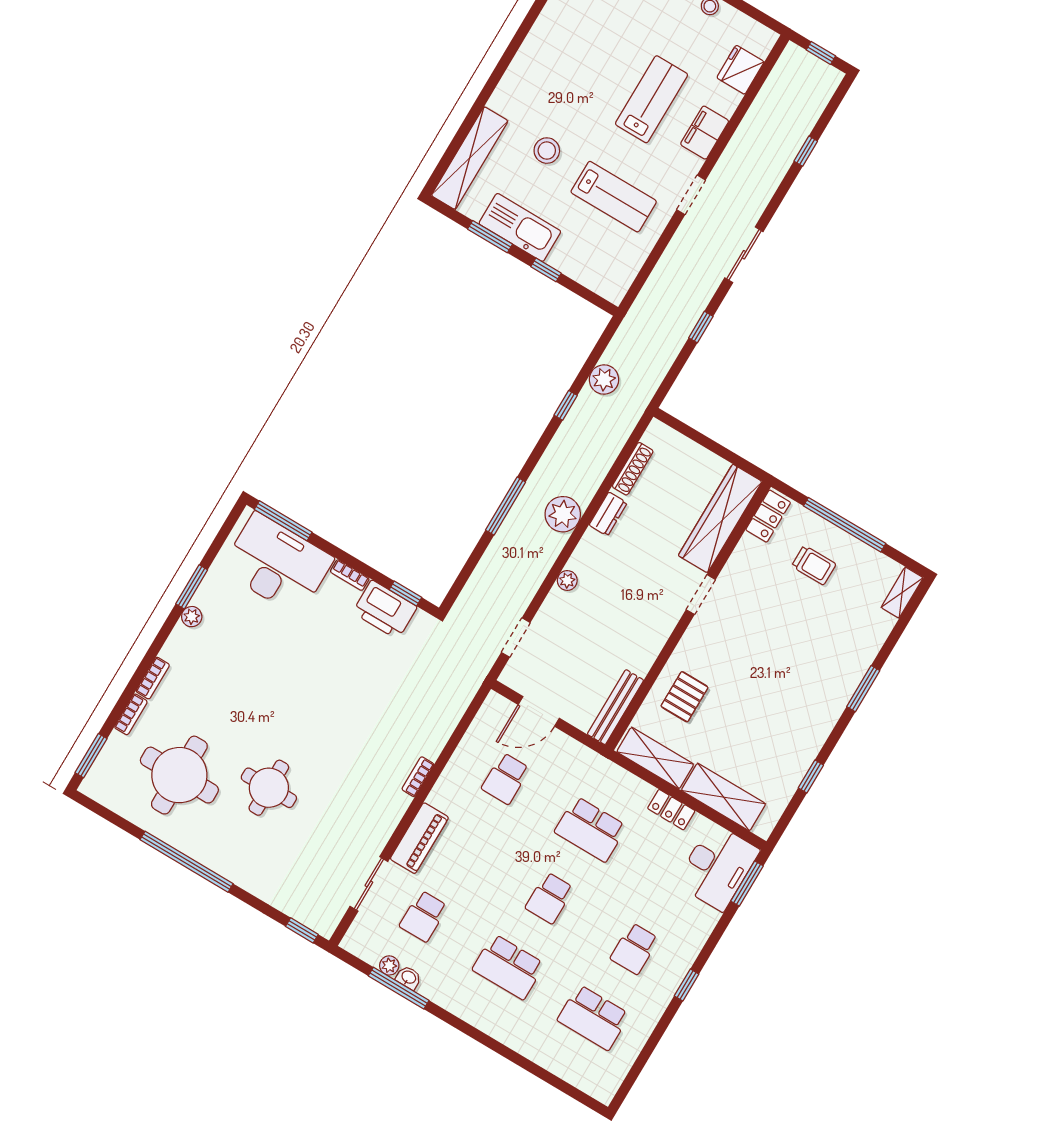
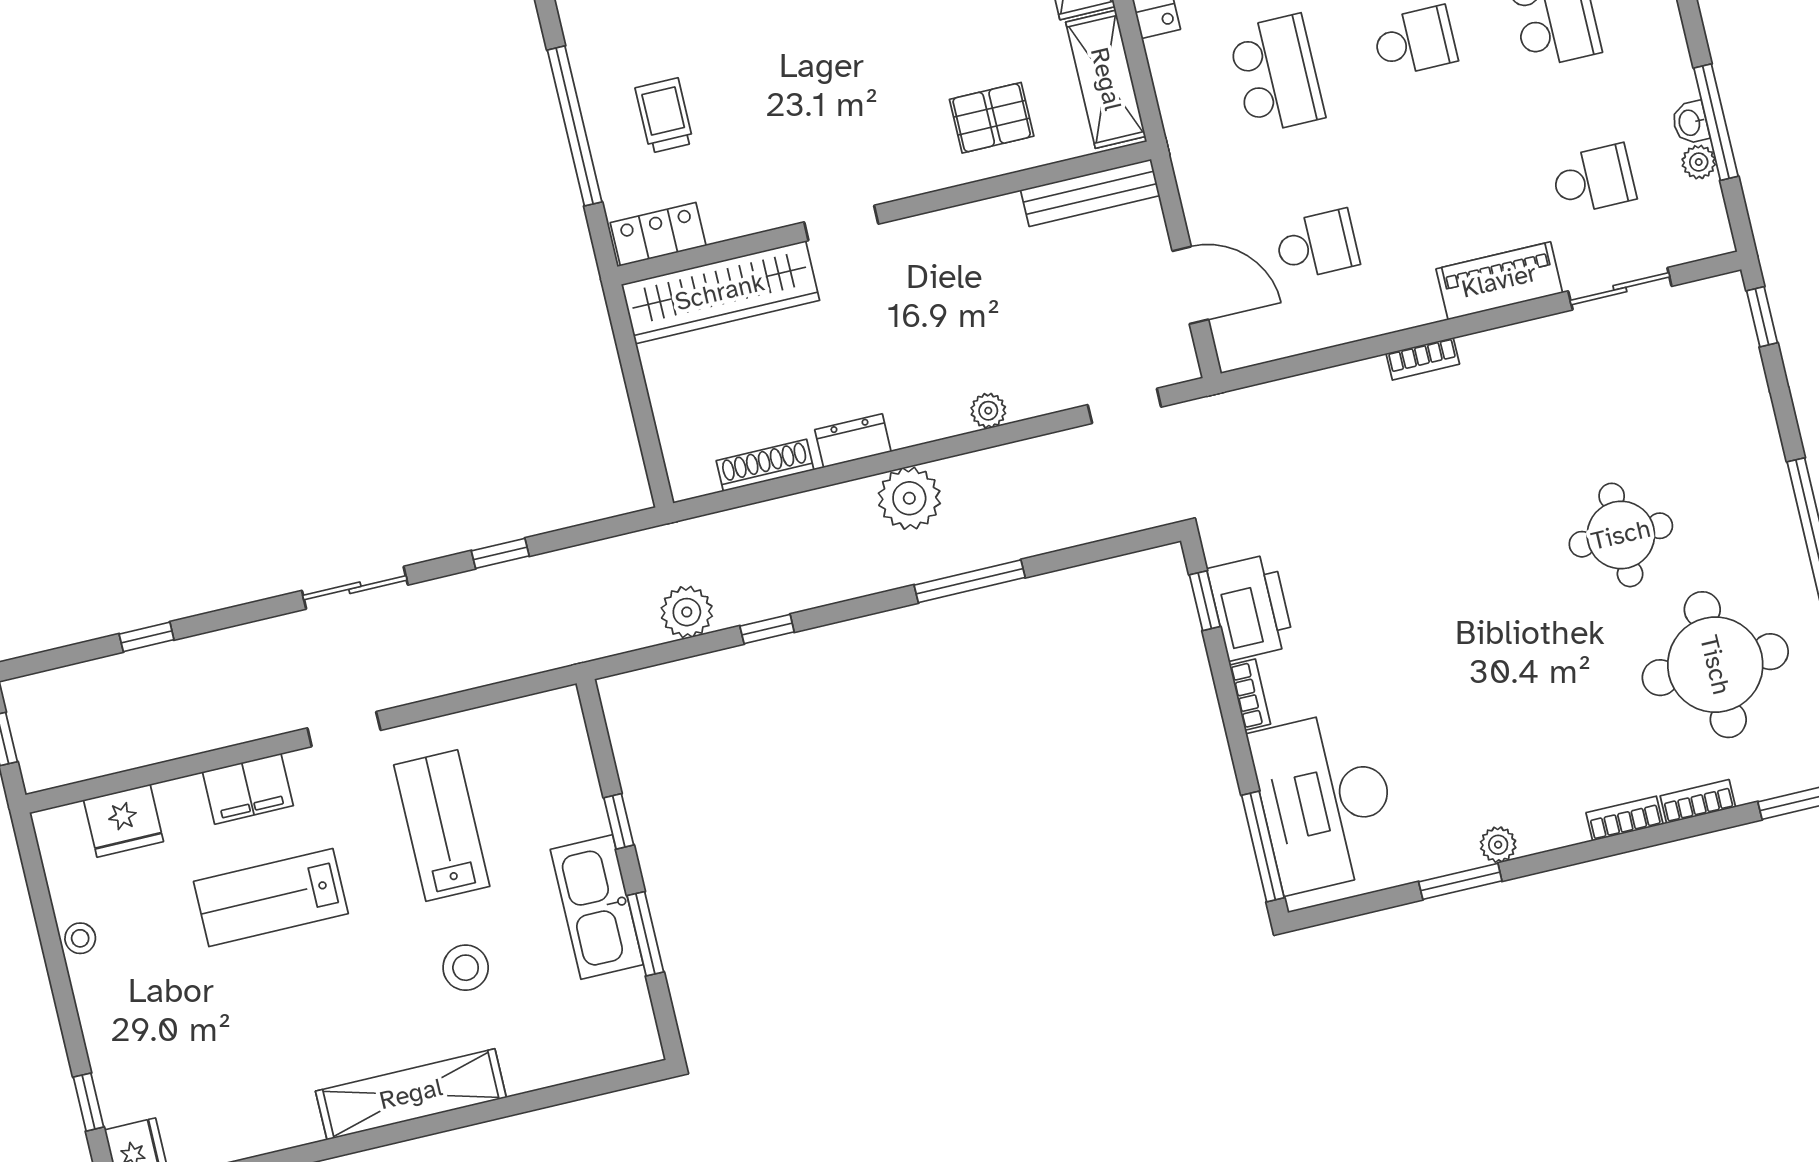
shelving: (470, 158) -> (411, 1094), moved

